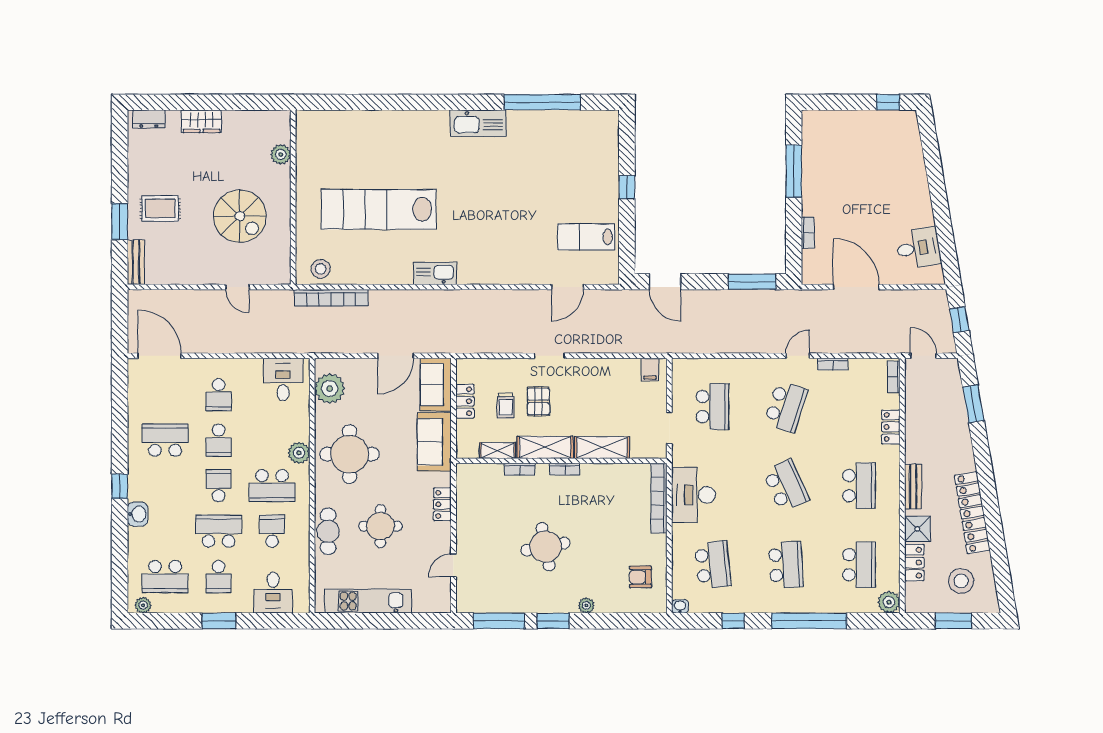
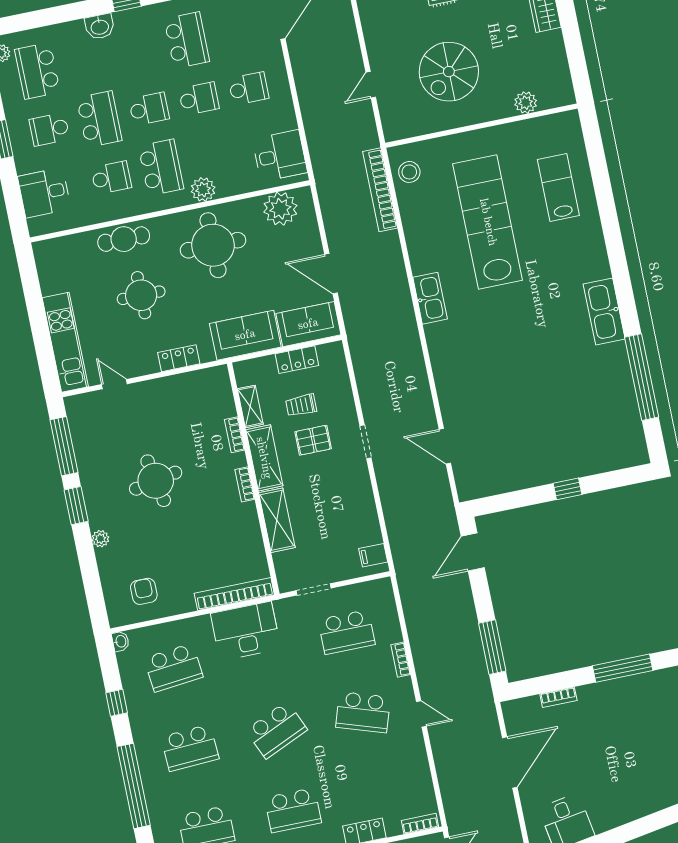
lab bench: (586, 237) -> (558, 187), moved
bookcase: (833, 364) -> (401, 660), moved
school desk: (219, 395) -> (249, 88), turned 180
school desk: (219, 440) -> (199, 99), turned 180
school desk: (272, 486) -> (161, 167), turned 180
kitchen unit: (368, 601) -> (65, 342), moved

